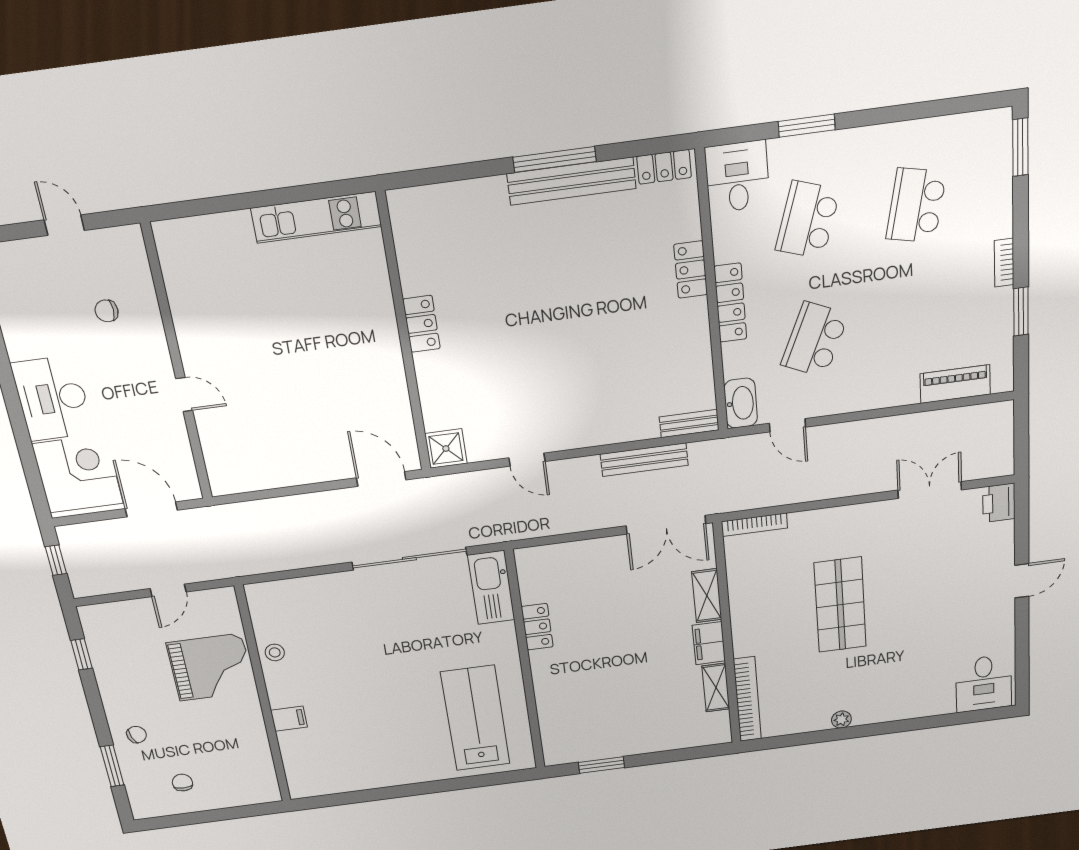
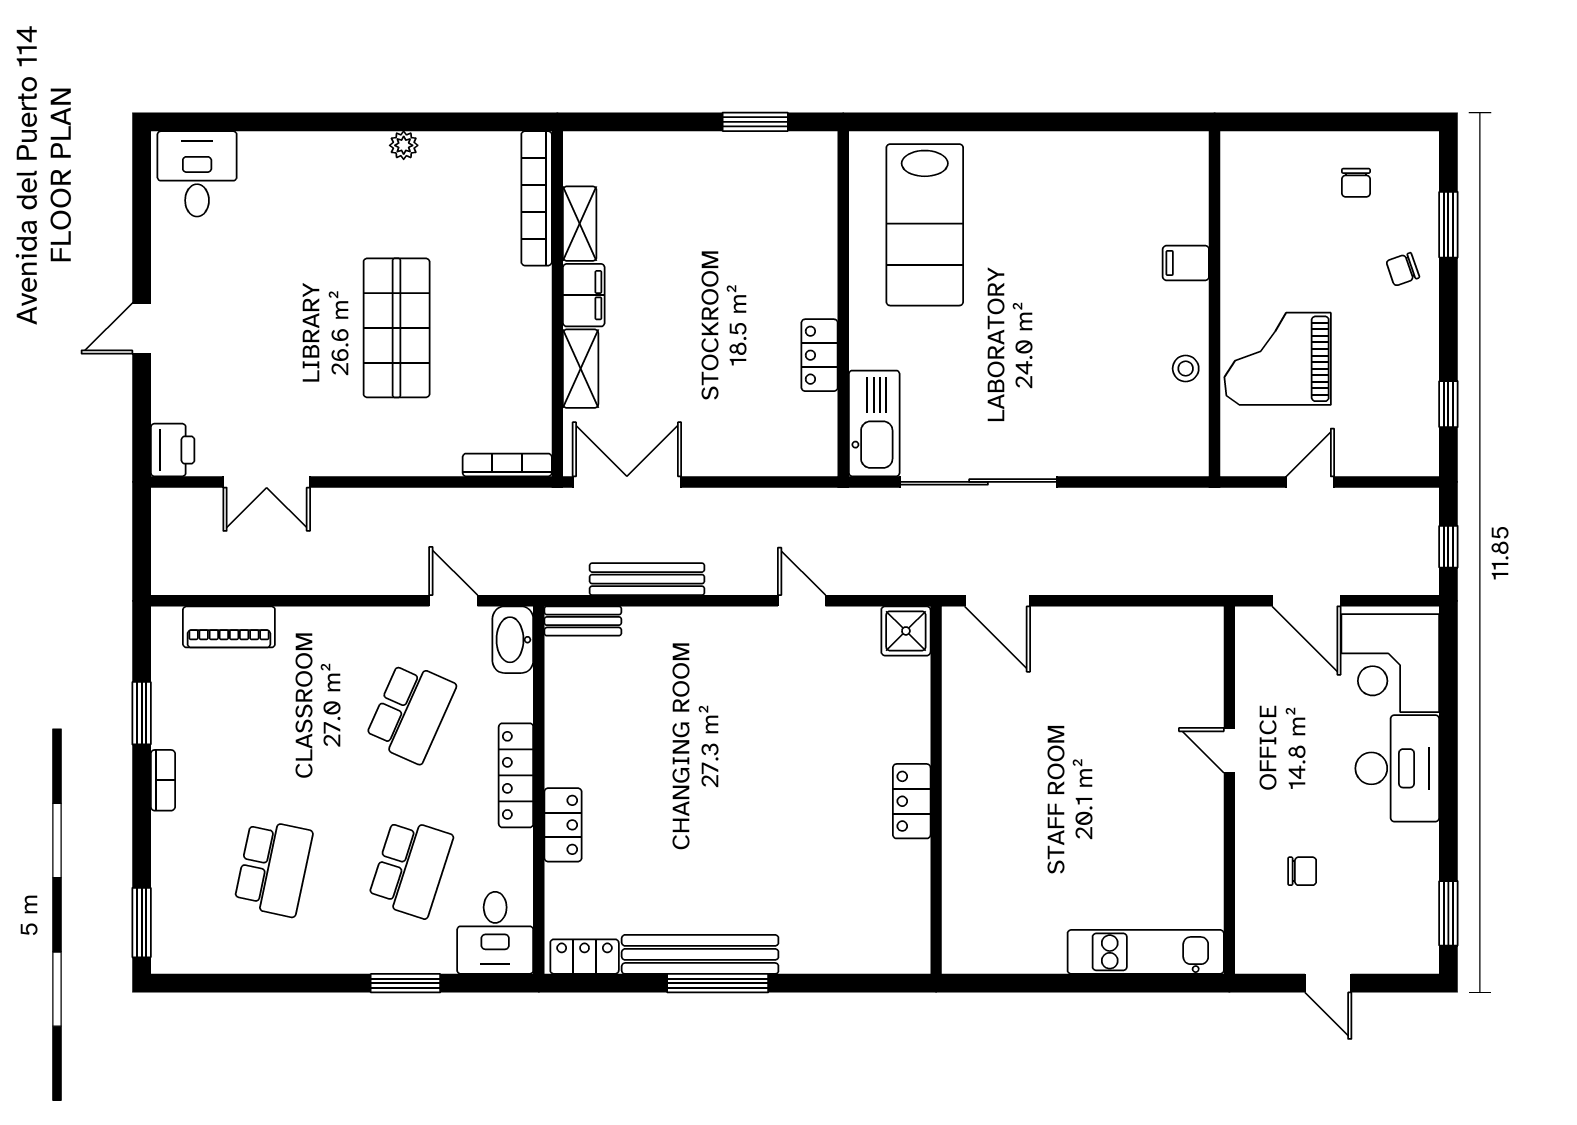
kitchen unit: (316, 217) -> (1146, 952), moved

